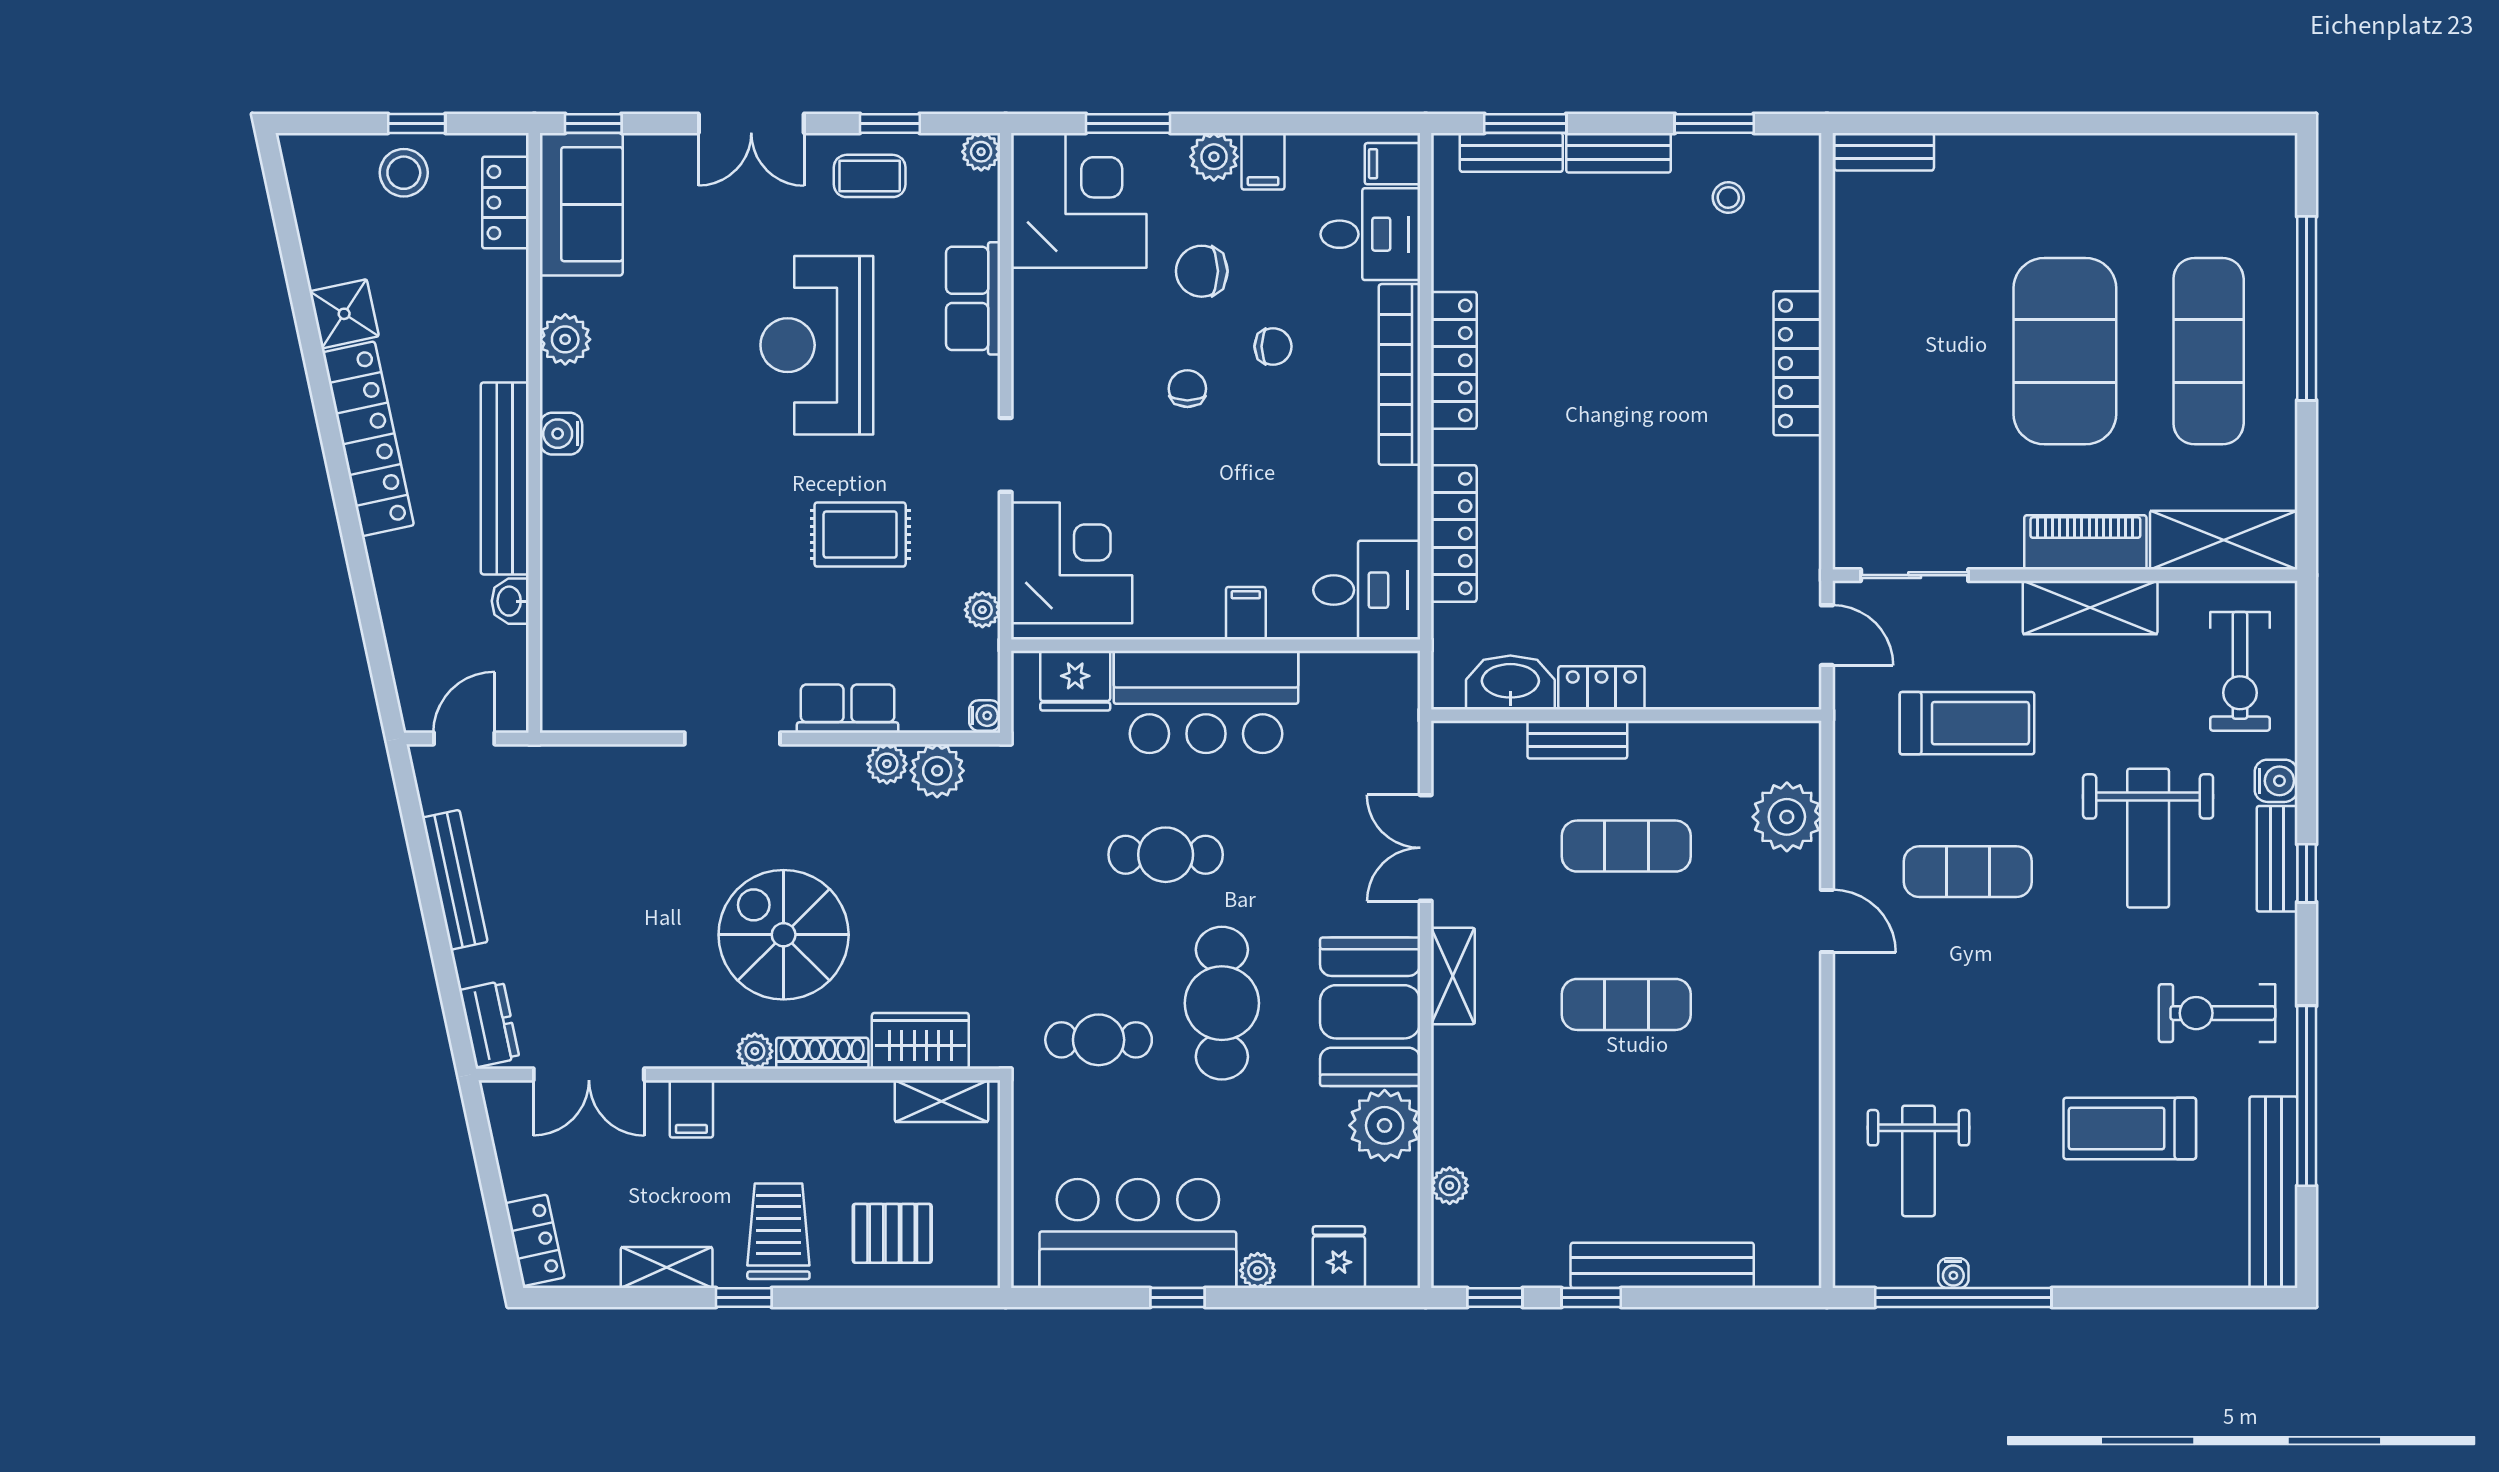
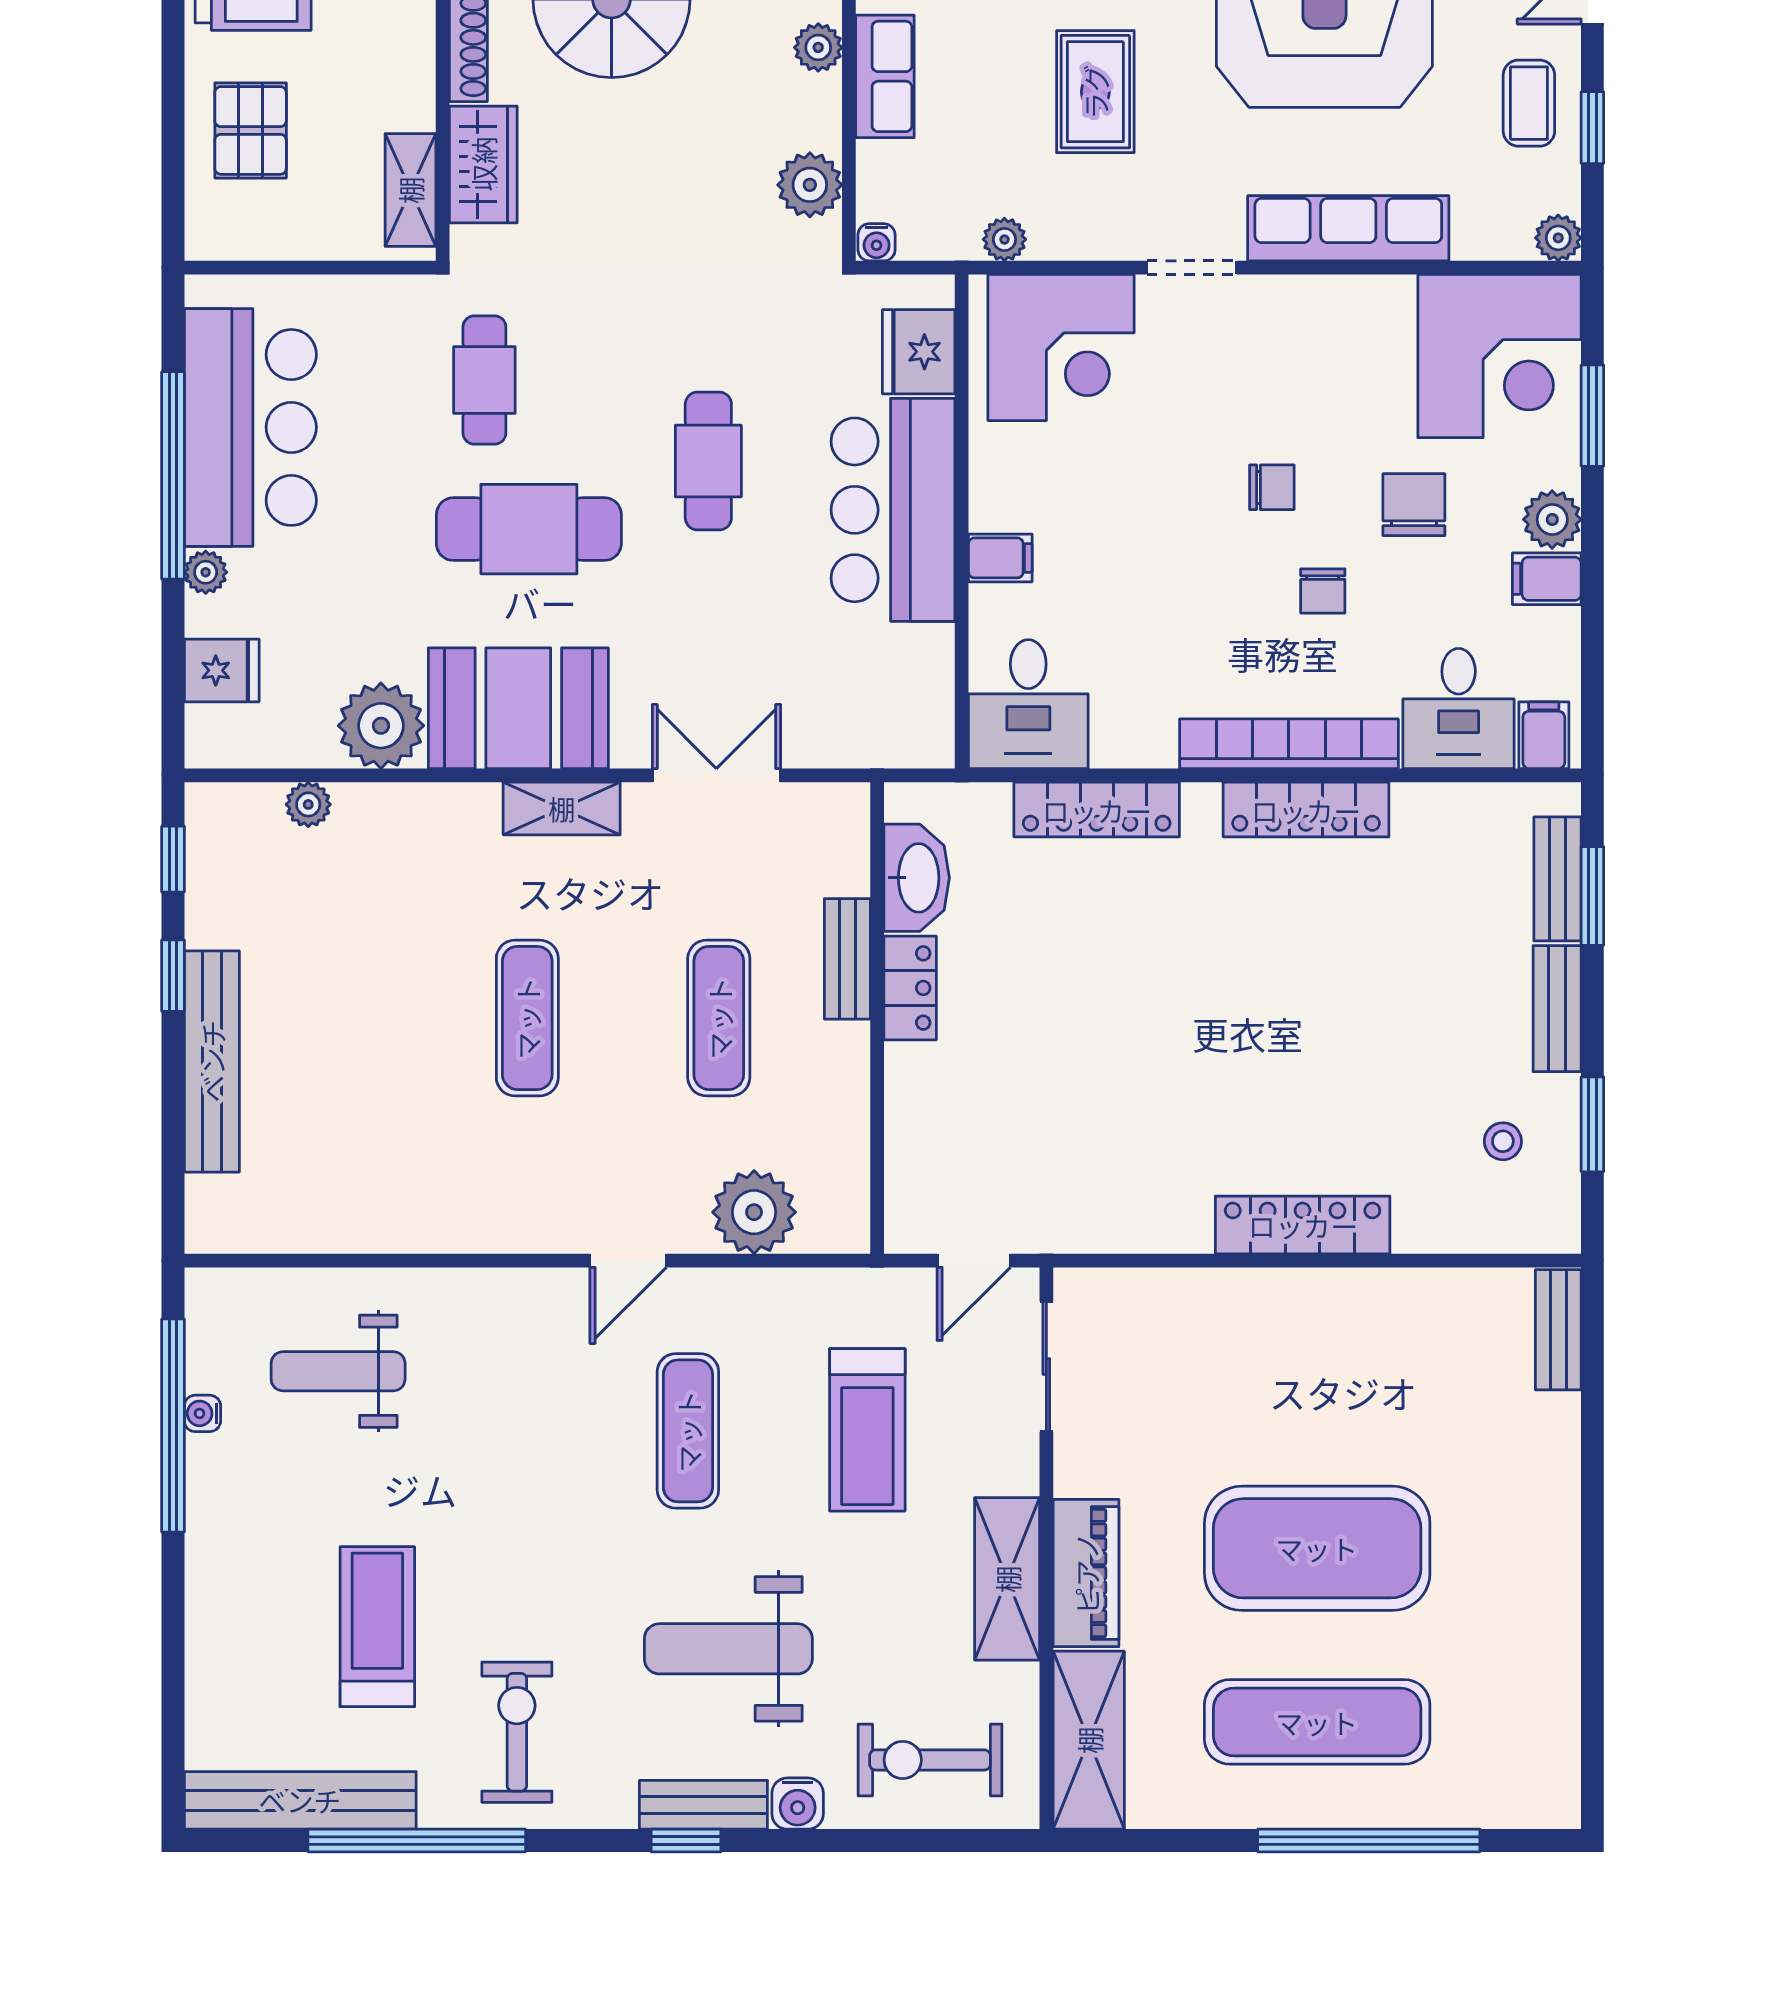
row of seats: (973, 298) -> (1348, 228), width x1.48
plant: (887, 764) -> (818, 47), moved
window: (1178, 1297) -> (173, 475), width x3.17

